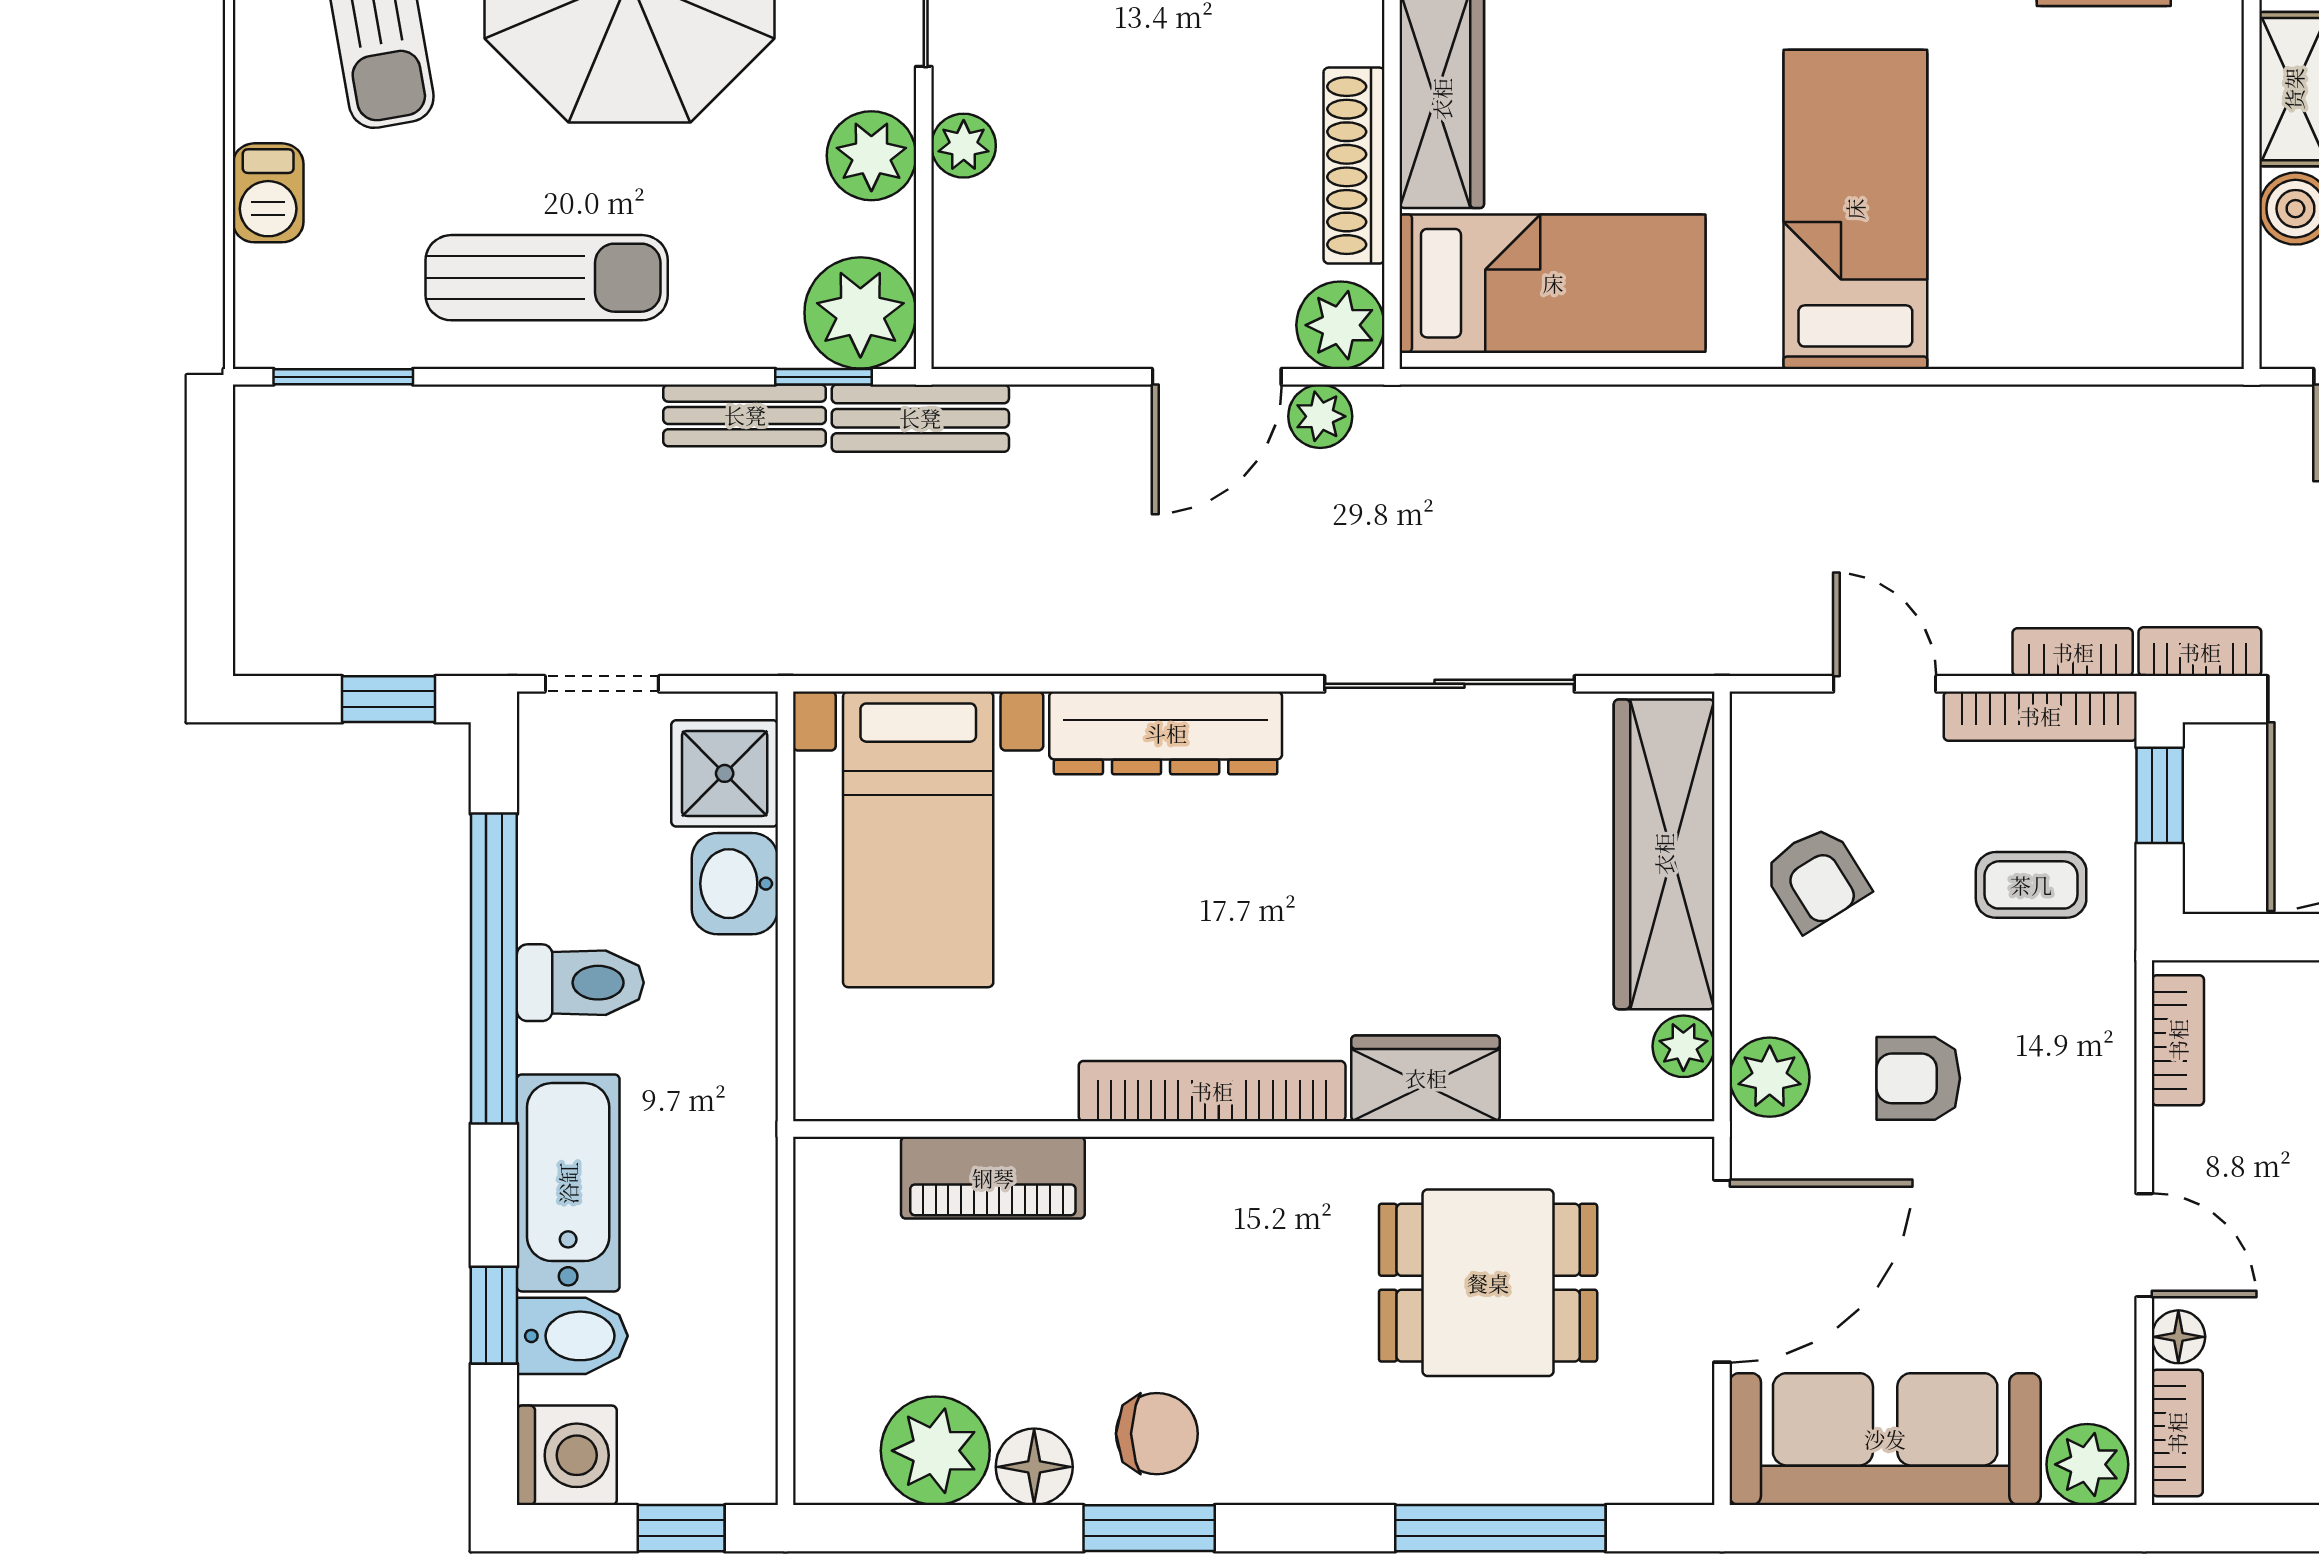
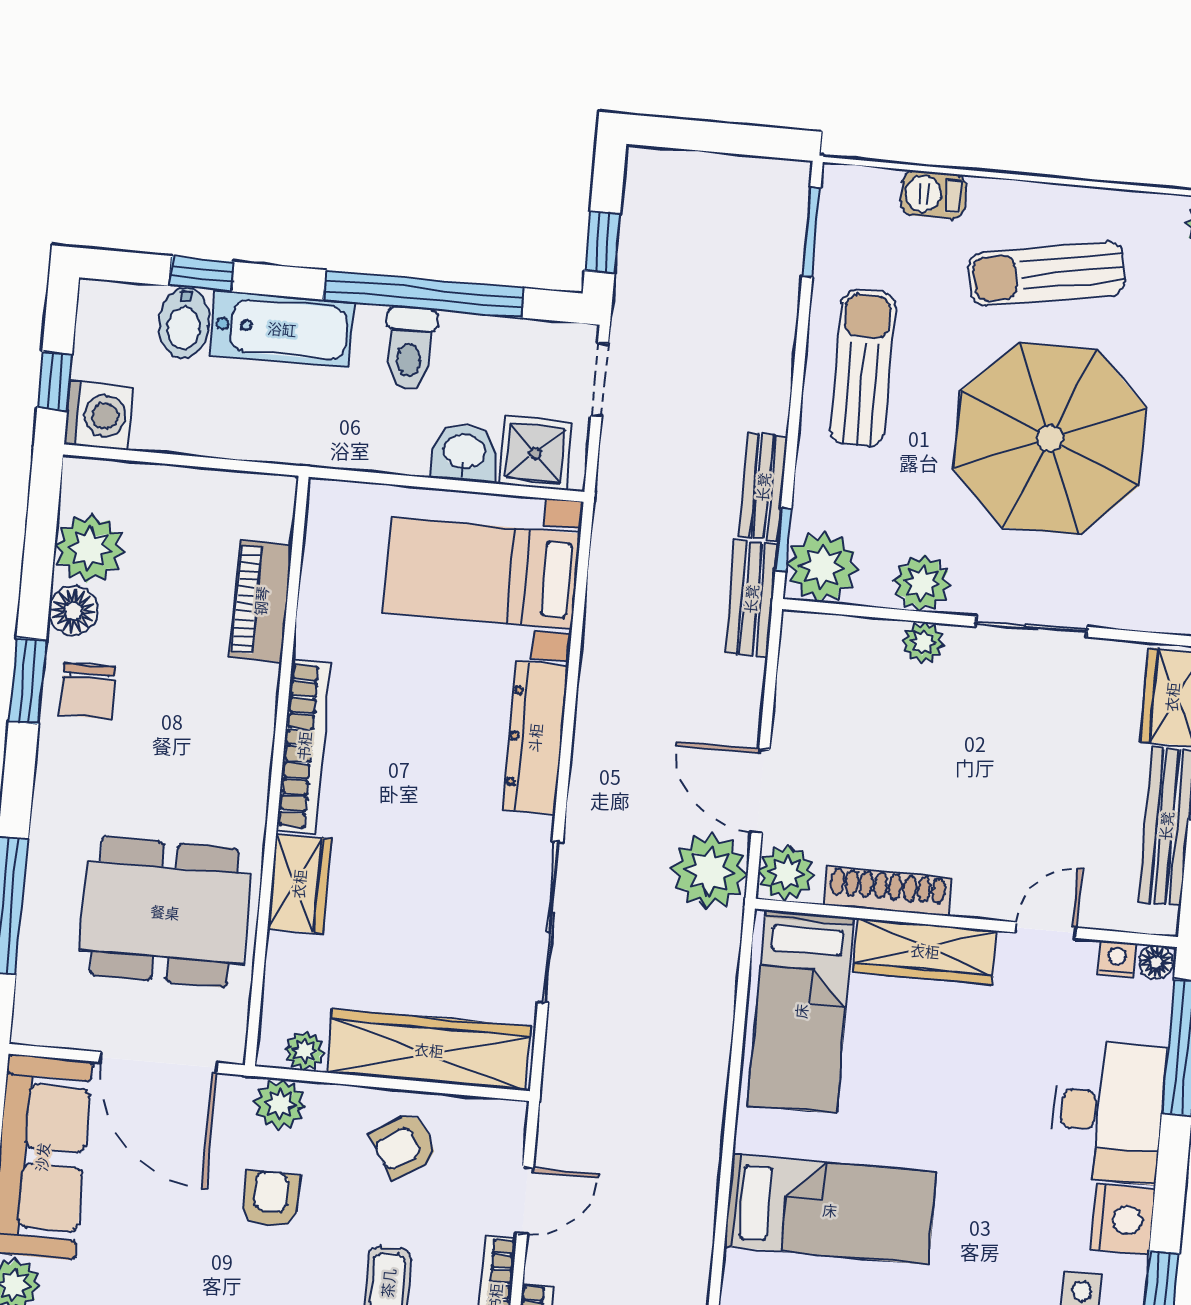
sun lounger: (547, 278) -> (863, 368), turned 180
plant: (1320, 416) -> (710, 871), width x1.87, depth x1.87
dining table: (1488, 1283) -> (165, 912), width x1.38
washing machine: (567, 1455) -> (99, 415), moved, turned -90

